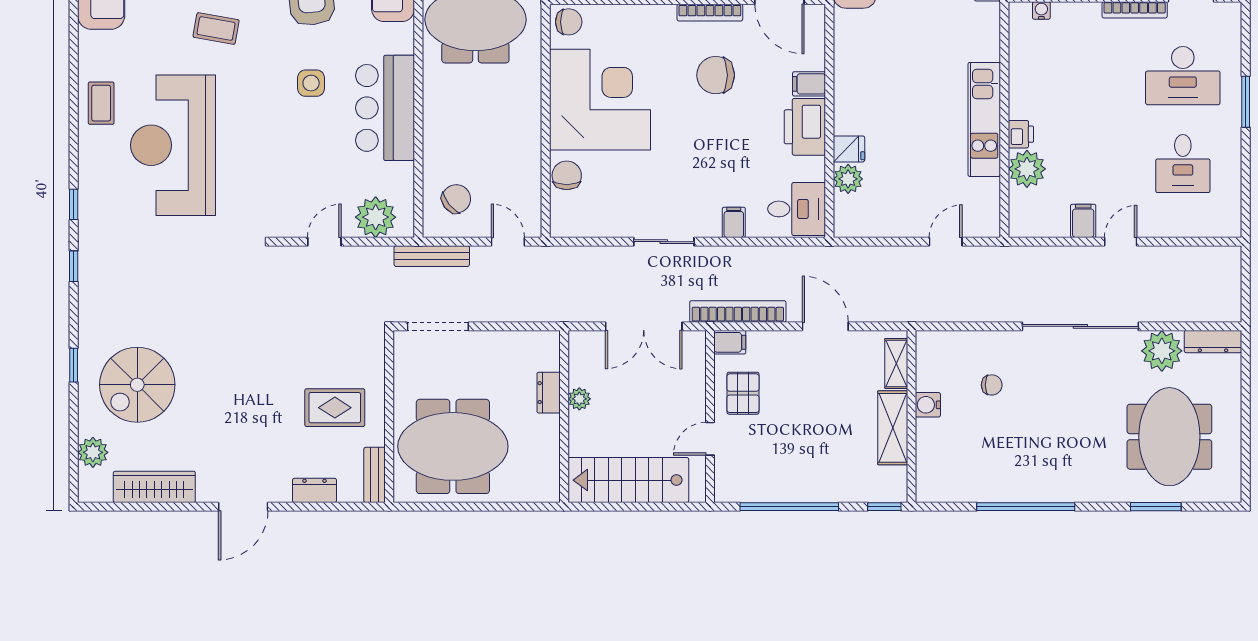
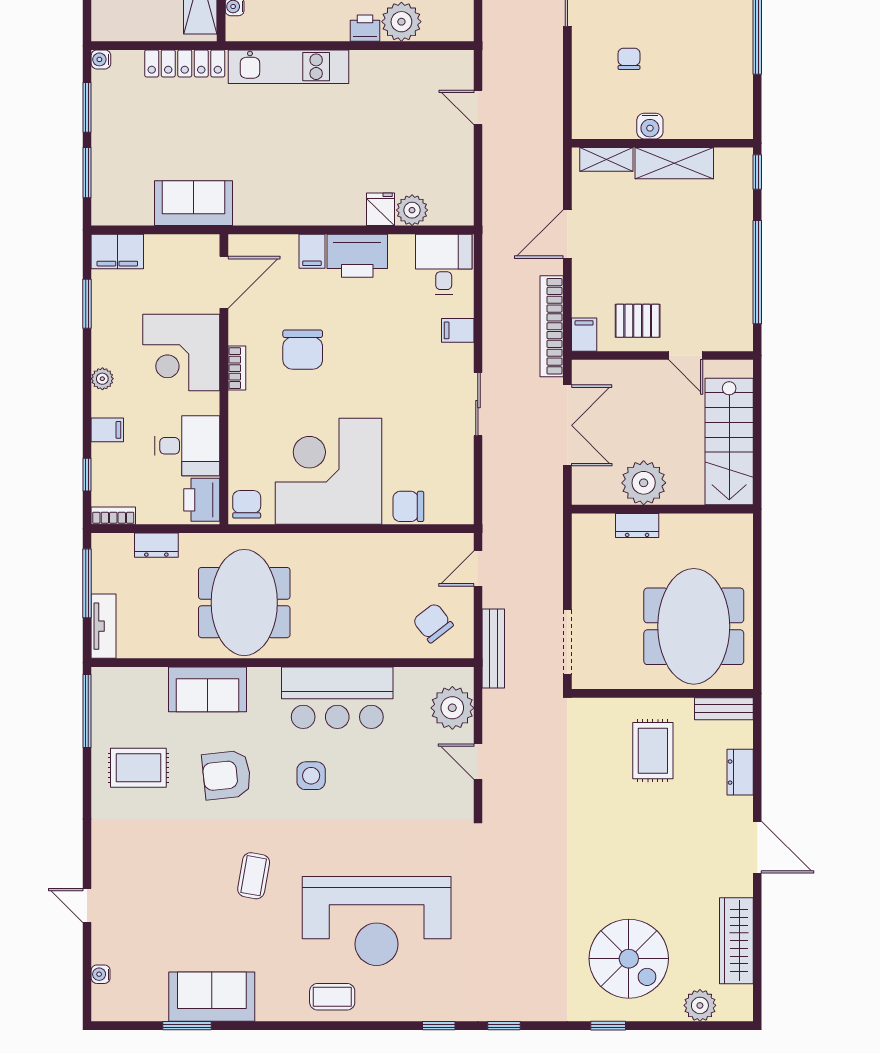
bookcase: (710, 13) -> (237, 368), width x0.64
kitchen unit: (984, 119) -> (288, 67), moved
plant: (579, 399) -> (644, 483), width x1.87, depth x1.87

